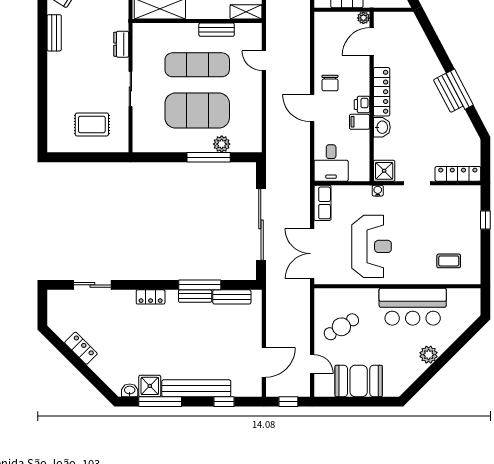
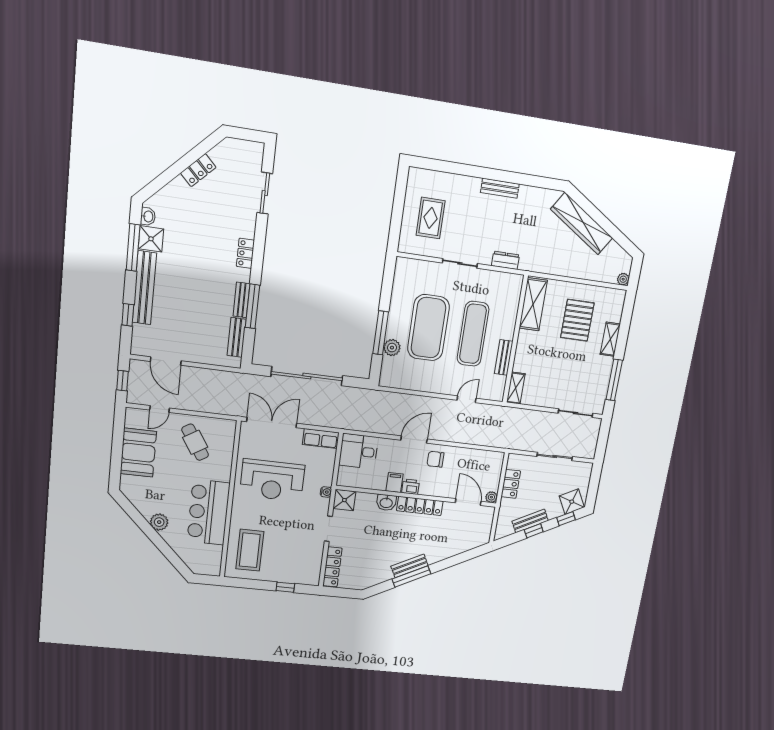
bench: (54, 33) -> (500, 188), moved
coffee table: (449, 261) -> (250, 550), width x1.86, depth x1.72

